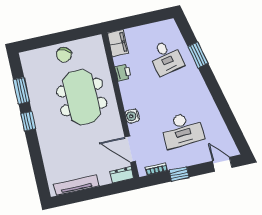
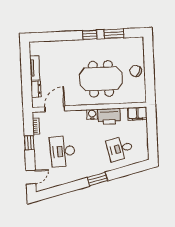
window: (198, 55) -> (97, 179), moved
printer: (123, 73) -> (109, 116), width x1.87, depth x1.48
water cooler: (132, 116) -> (92, 114), moved
dresser: (122, 175) -> (36, 89), moved
tv unit: (76, 185) -> (35, 68), width x0.71

